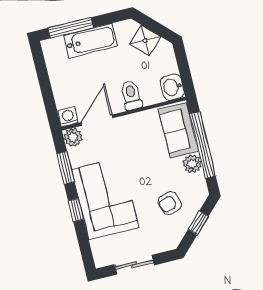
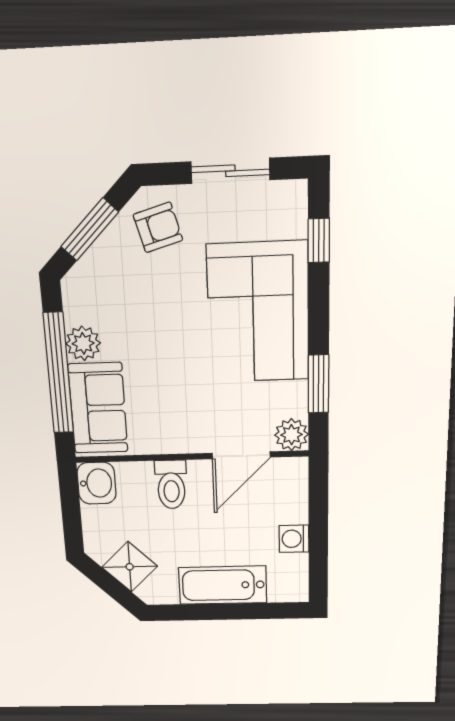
window: (71, 28) -> (252, 611), removed
washing machine: (68, 117) -> (294, 539), moved, turned 90
armchair: (170, 203) -> (158, 227), moved
window: (76, 210) -> (319, 241), moved
window: (198, 223) -> (90, 229), width x1.50

